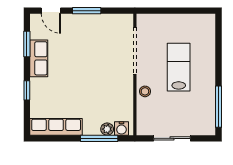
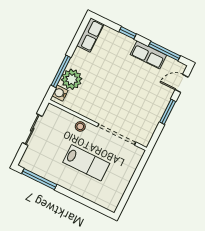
window: (27, 44) -> (164, 51), width x1.44
row of seats: (56, 127) -> (90, 35), width x0.68
plant: (107, 129) -> (72, 79), width x1.88, depth x1.88

